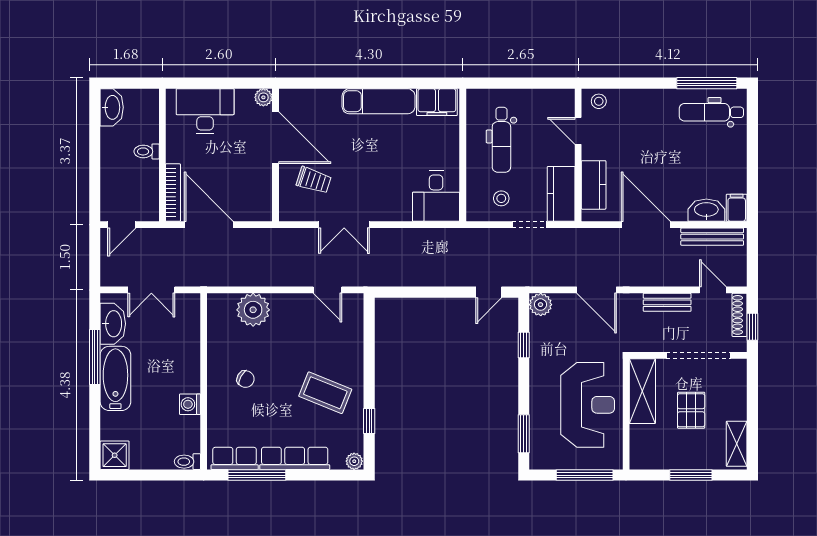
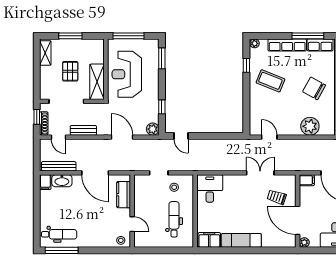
kitchen counter: (561, 194) -> (141, 190), removed
filing cabinet: (259, 211) -> (307, 180), added
door: (489, 292) -> (181, 136), swing flipped
chair: (246, 379) -> (314, 88), width x1.87, depth x1.87

